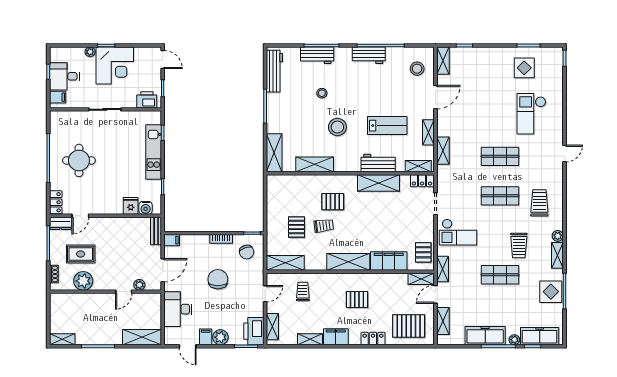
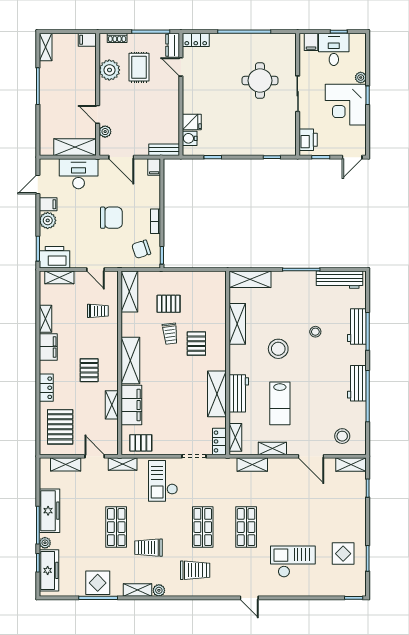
kitchen unit: (154, 152) -> (251, 147), removed
round table: (79, 160) -> (260, 81), moved
shelving: (421, 279) -> (112, 405), moved
filing cabinet: (56, 301) -> (87, 40), added
shelving: (142, 337) -> (75, 147), moved, turned 90

